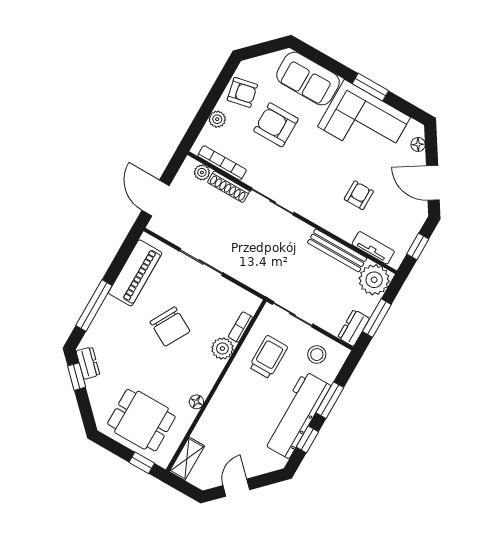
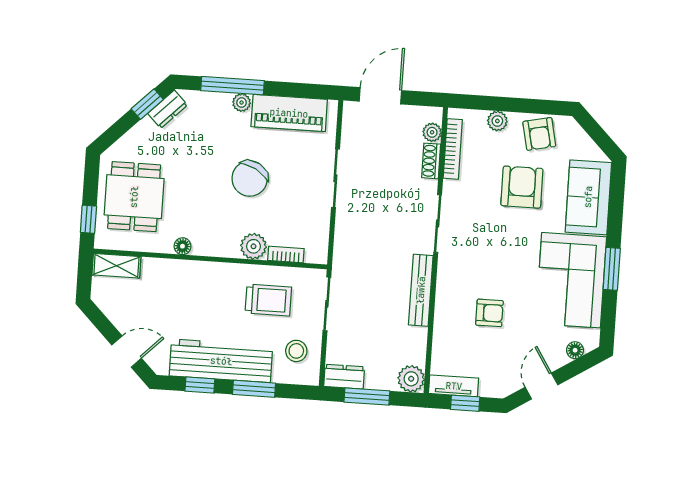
door: (433, 183) -> (541, 386), width x0.73
shoe rack: (228, 187) -> (431, 161), width x0.70
tv unit: (373, 248) -> (454, 386), moved, turned -90
bench: (337, 250) -> (421, 290), moved
plant: (374, 280) -> (411, 379), width x0.73, depth x0.73
plant: (110, 305) -> (242, 103), added
door: (236, 488) -> (127, 351), moved

